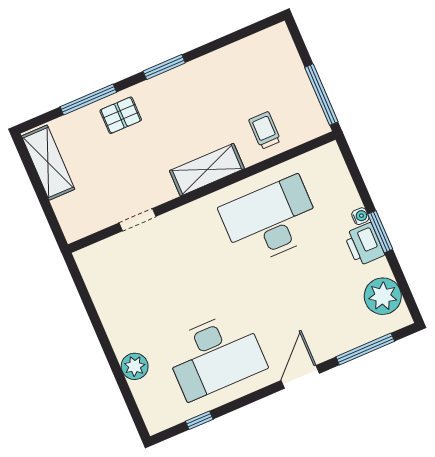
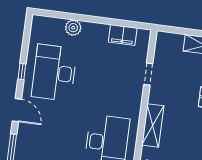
filing cabinet: (103, 289) -> (123, 35), added
window: (199, 420) -> (22, 72), moved

